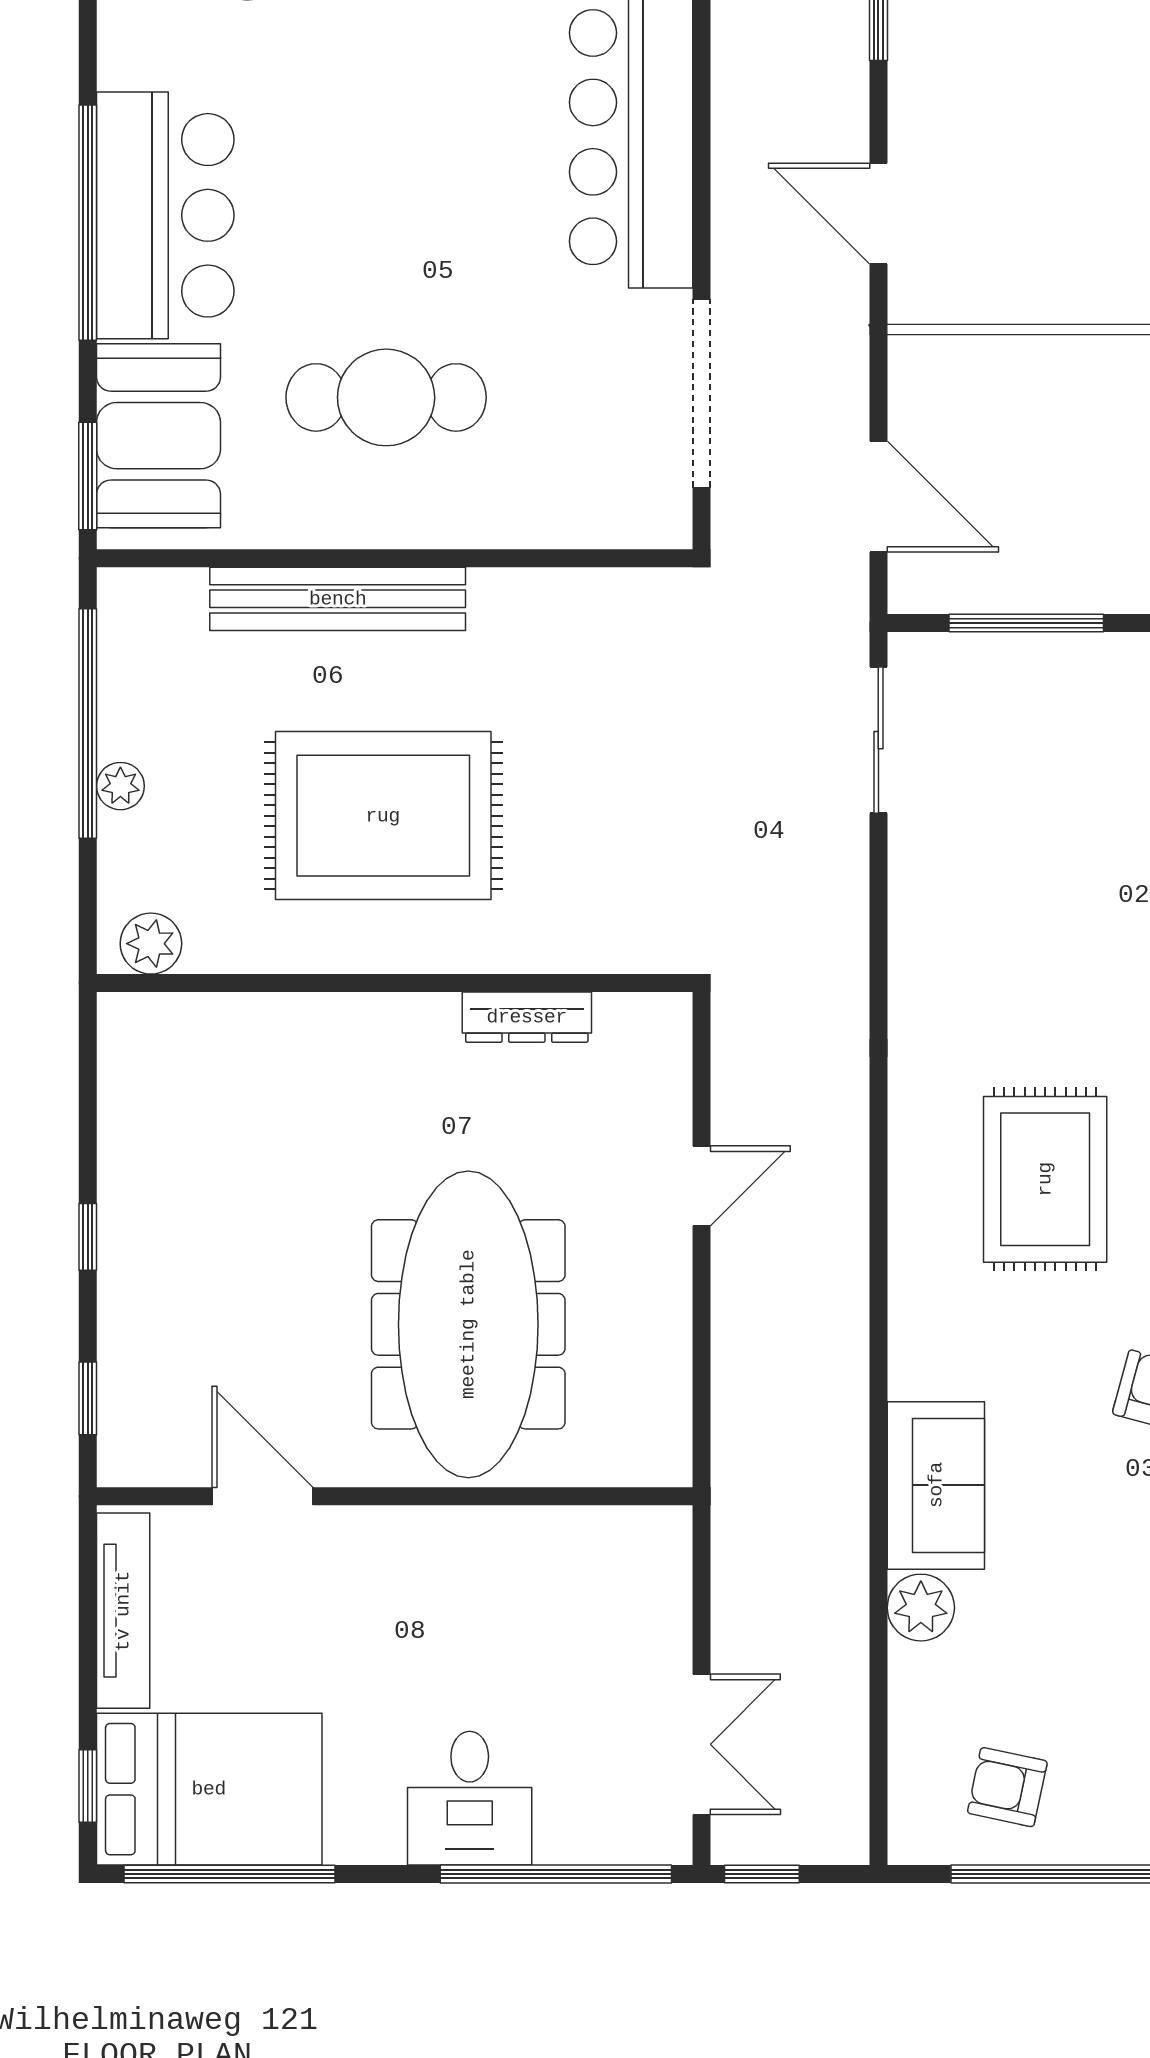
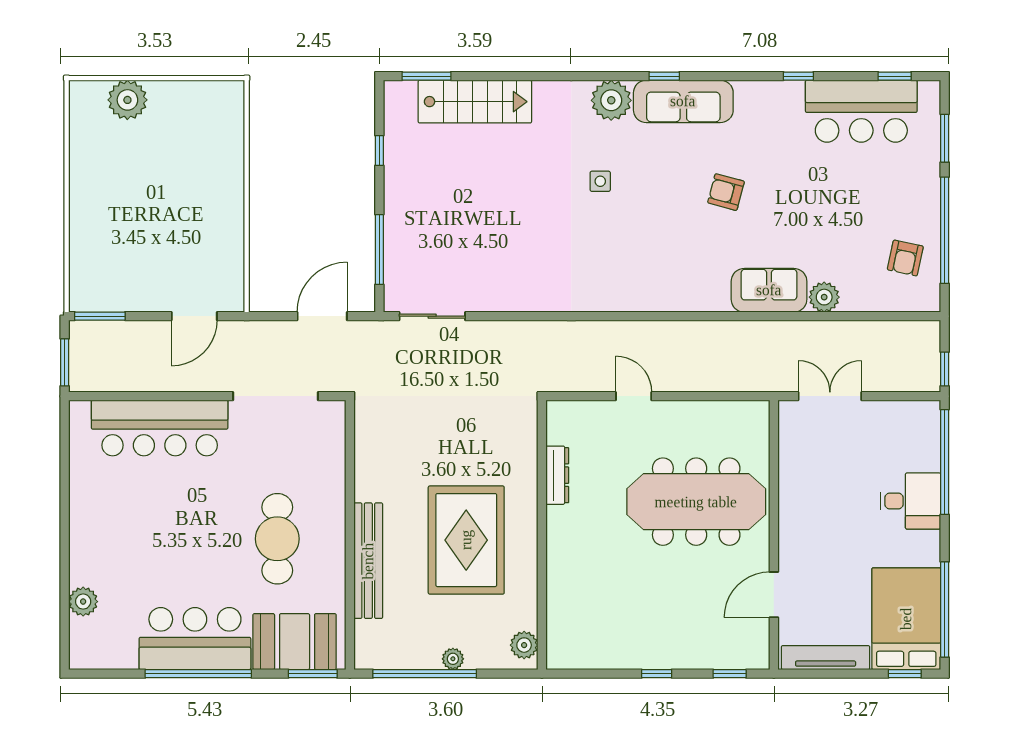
rug: (1045, 1179) -> (631, 241), removed
double door: (701, 1744) -> (830, 396), moved

